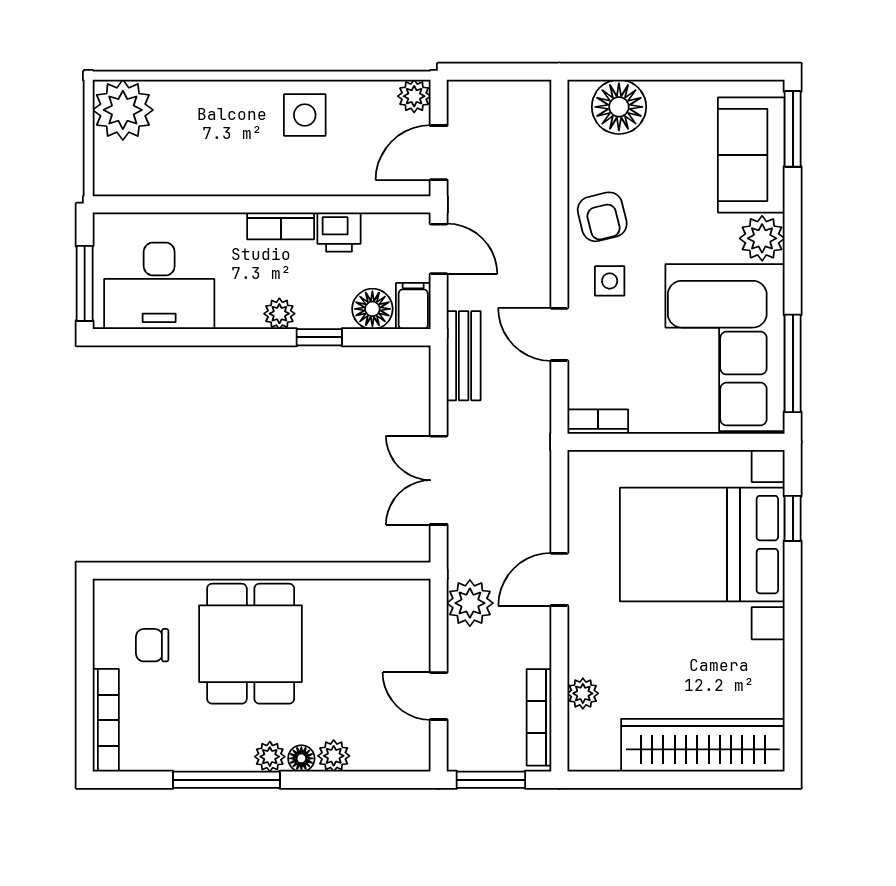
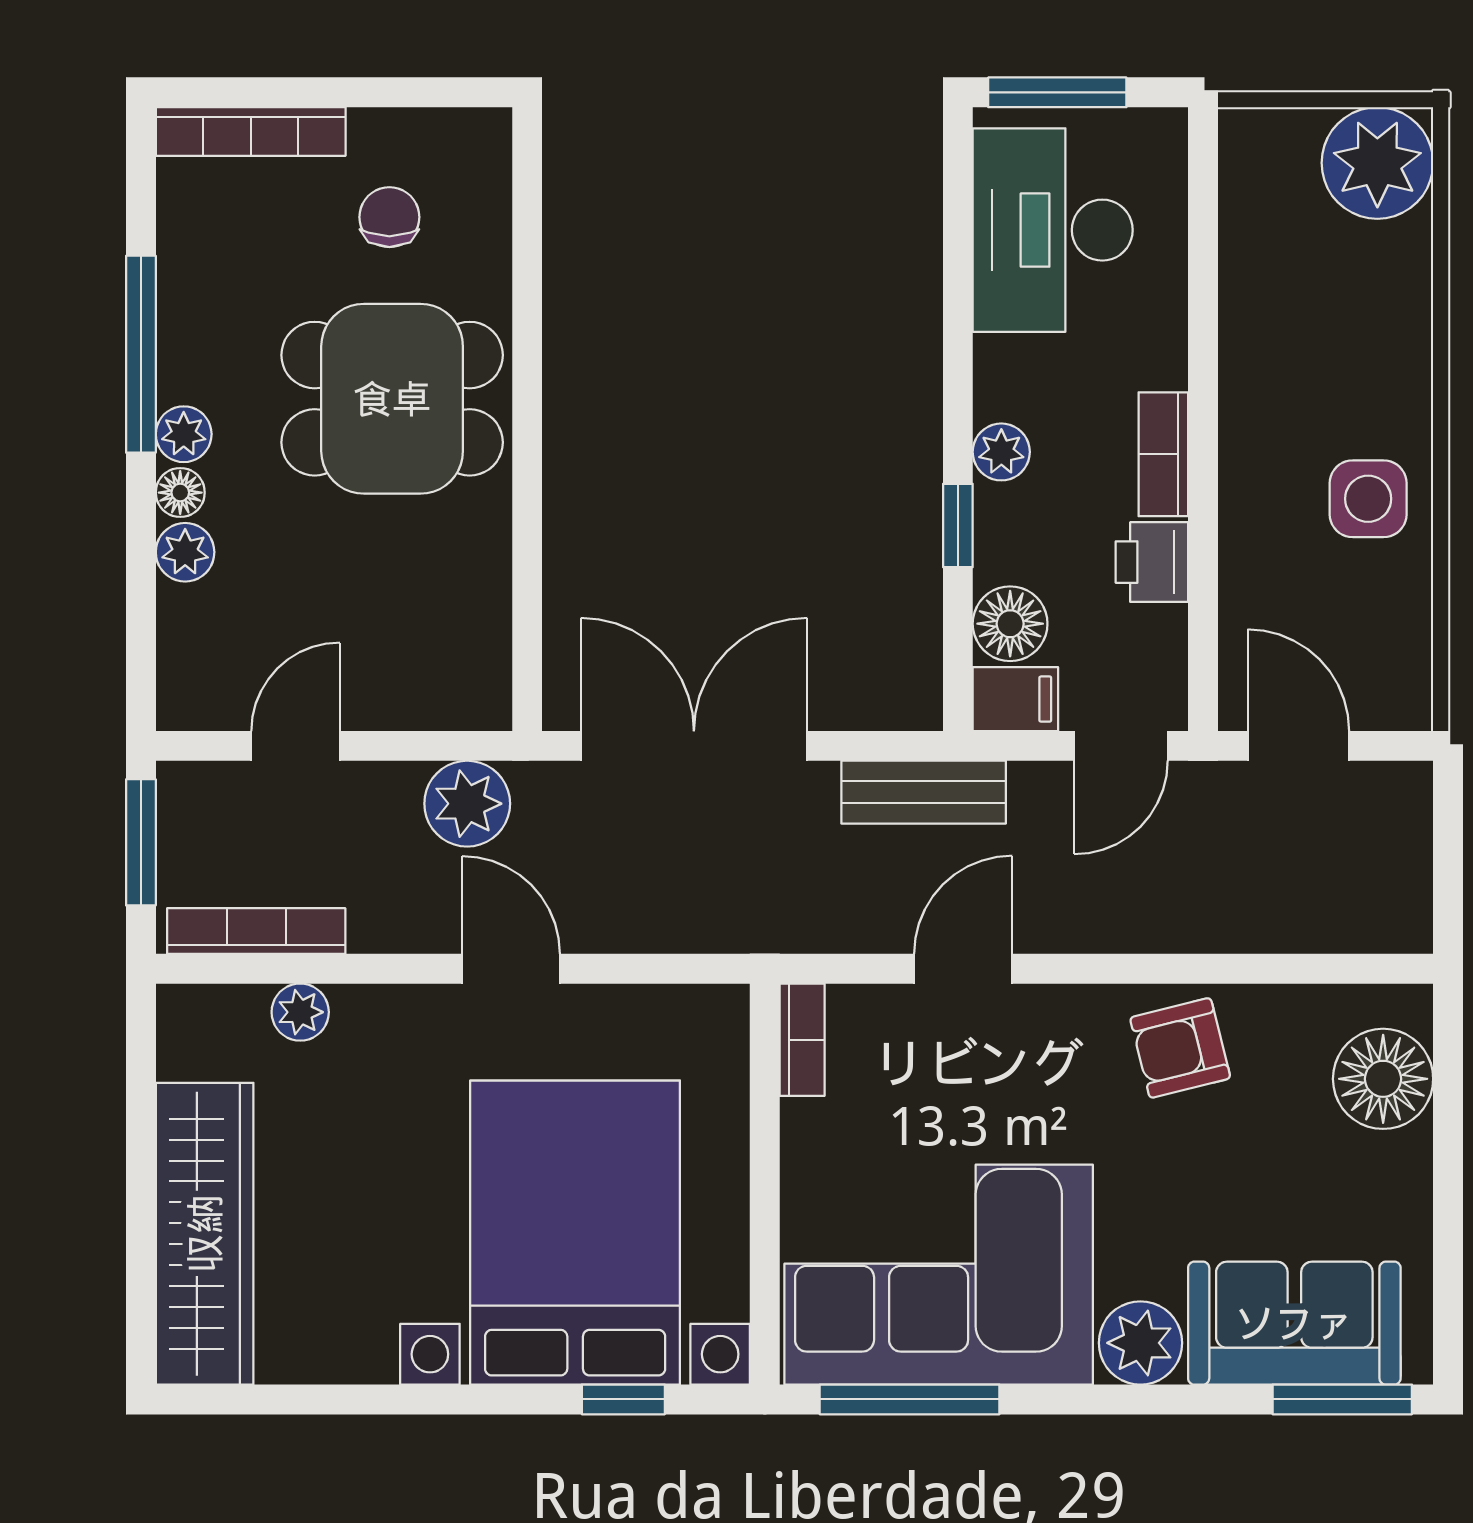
plant: (414, 96) -> (1403, 701), removed
side table: (610, 281) -> (1062, 1062), removed
double door: (439, 480) -> (694, 746), width x1.37

